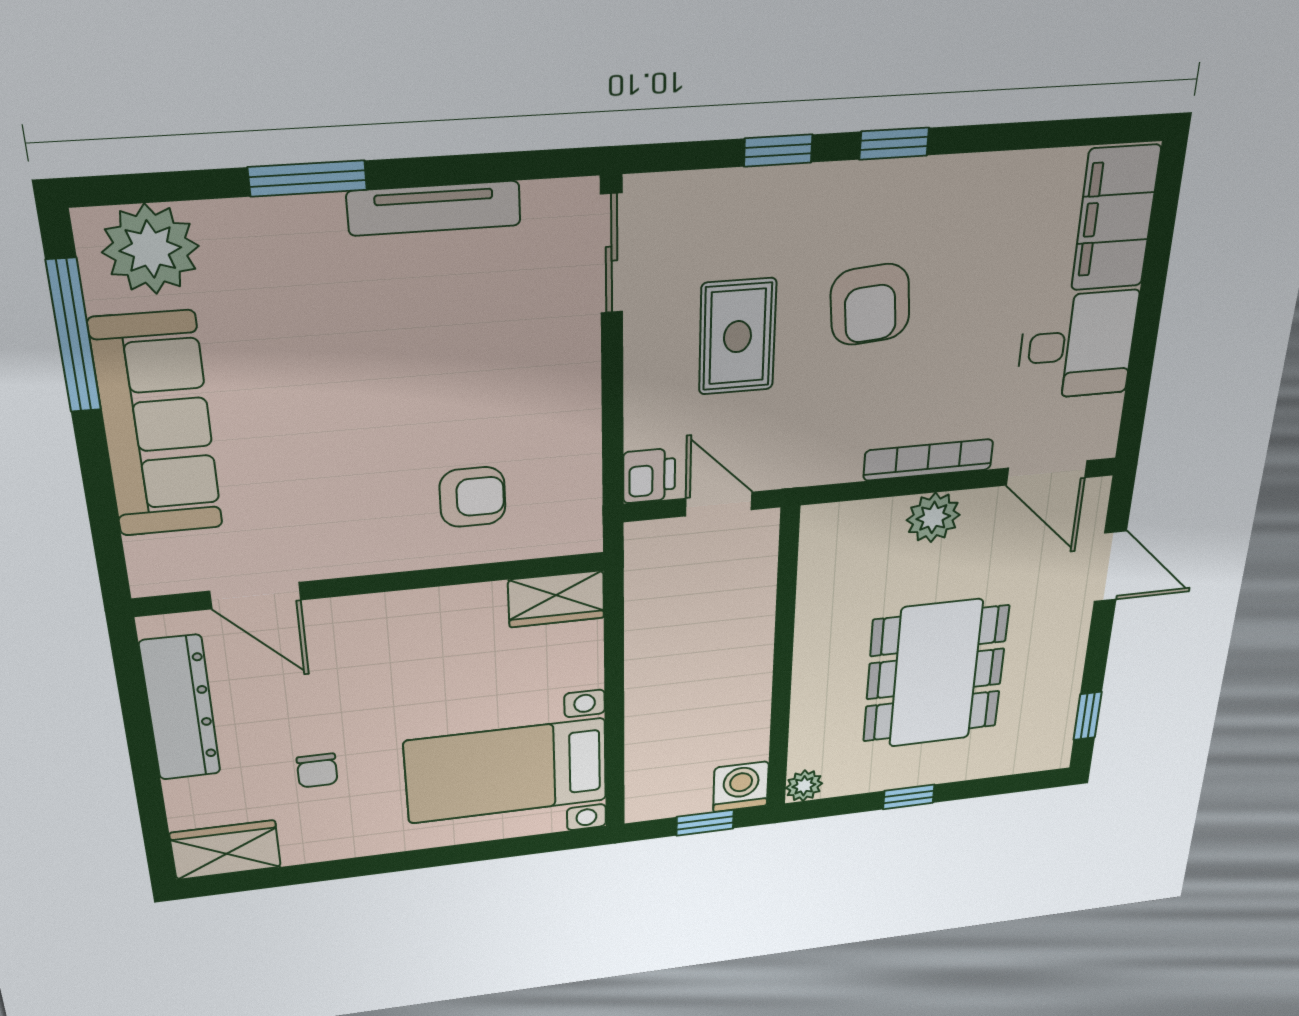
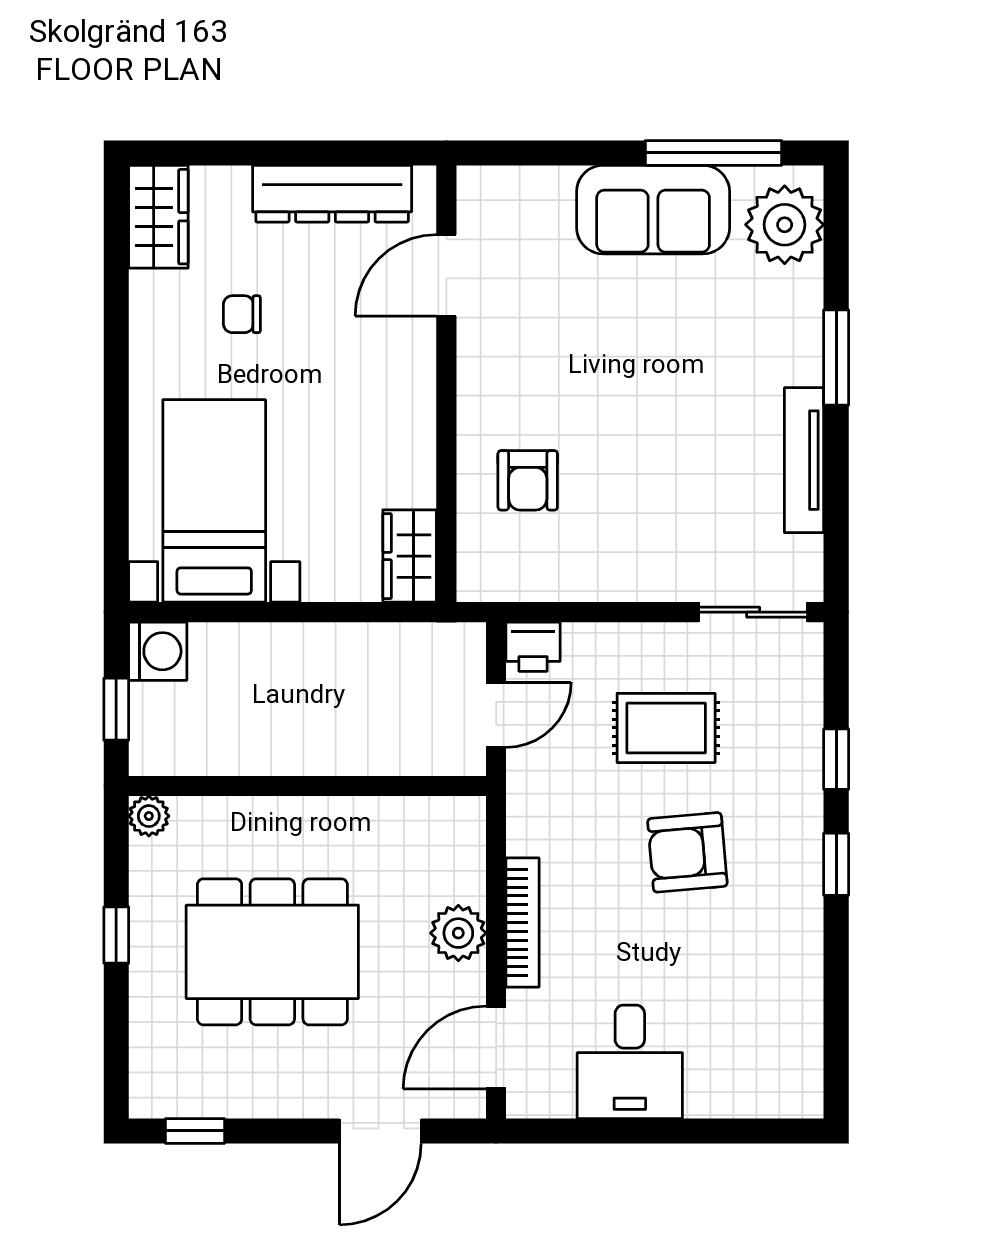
filing cabinet: (1116, 218) -> (754, 1084), removed
sofa: (157, 426) -> (653, 210), width x0.73
washing machine: (741, 787) -> (158, 651), moved

